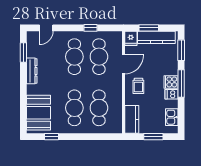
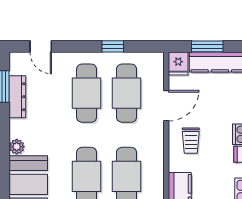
door: (46, 28) -> (41, 46), hinge flipped
dresser: (32, 71) -> (17, 97), moved
plant: (31, 90) -> (17, 147), added

